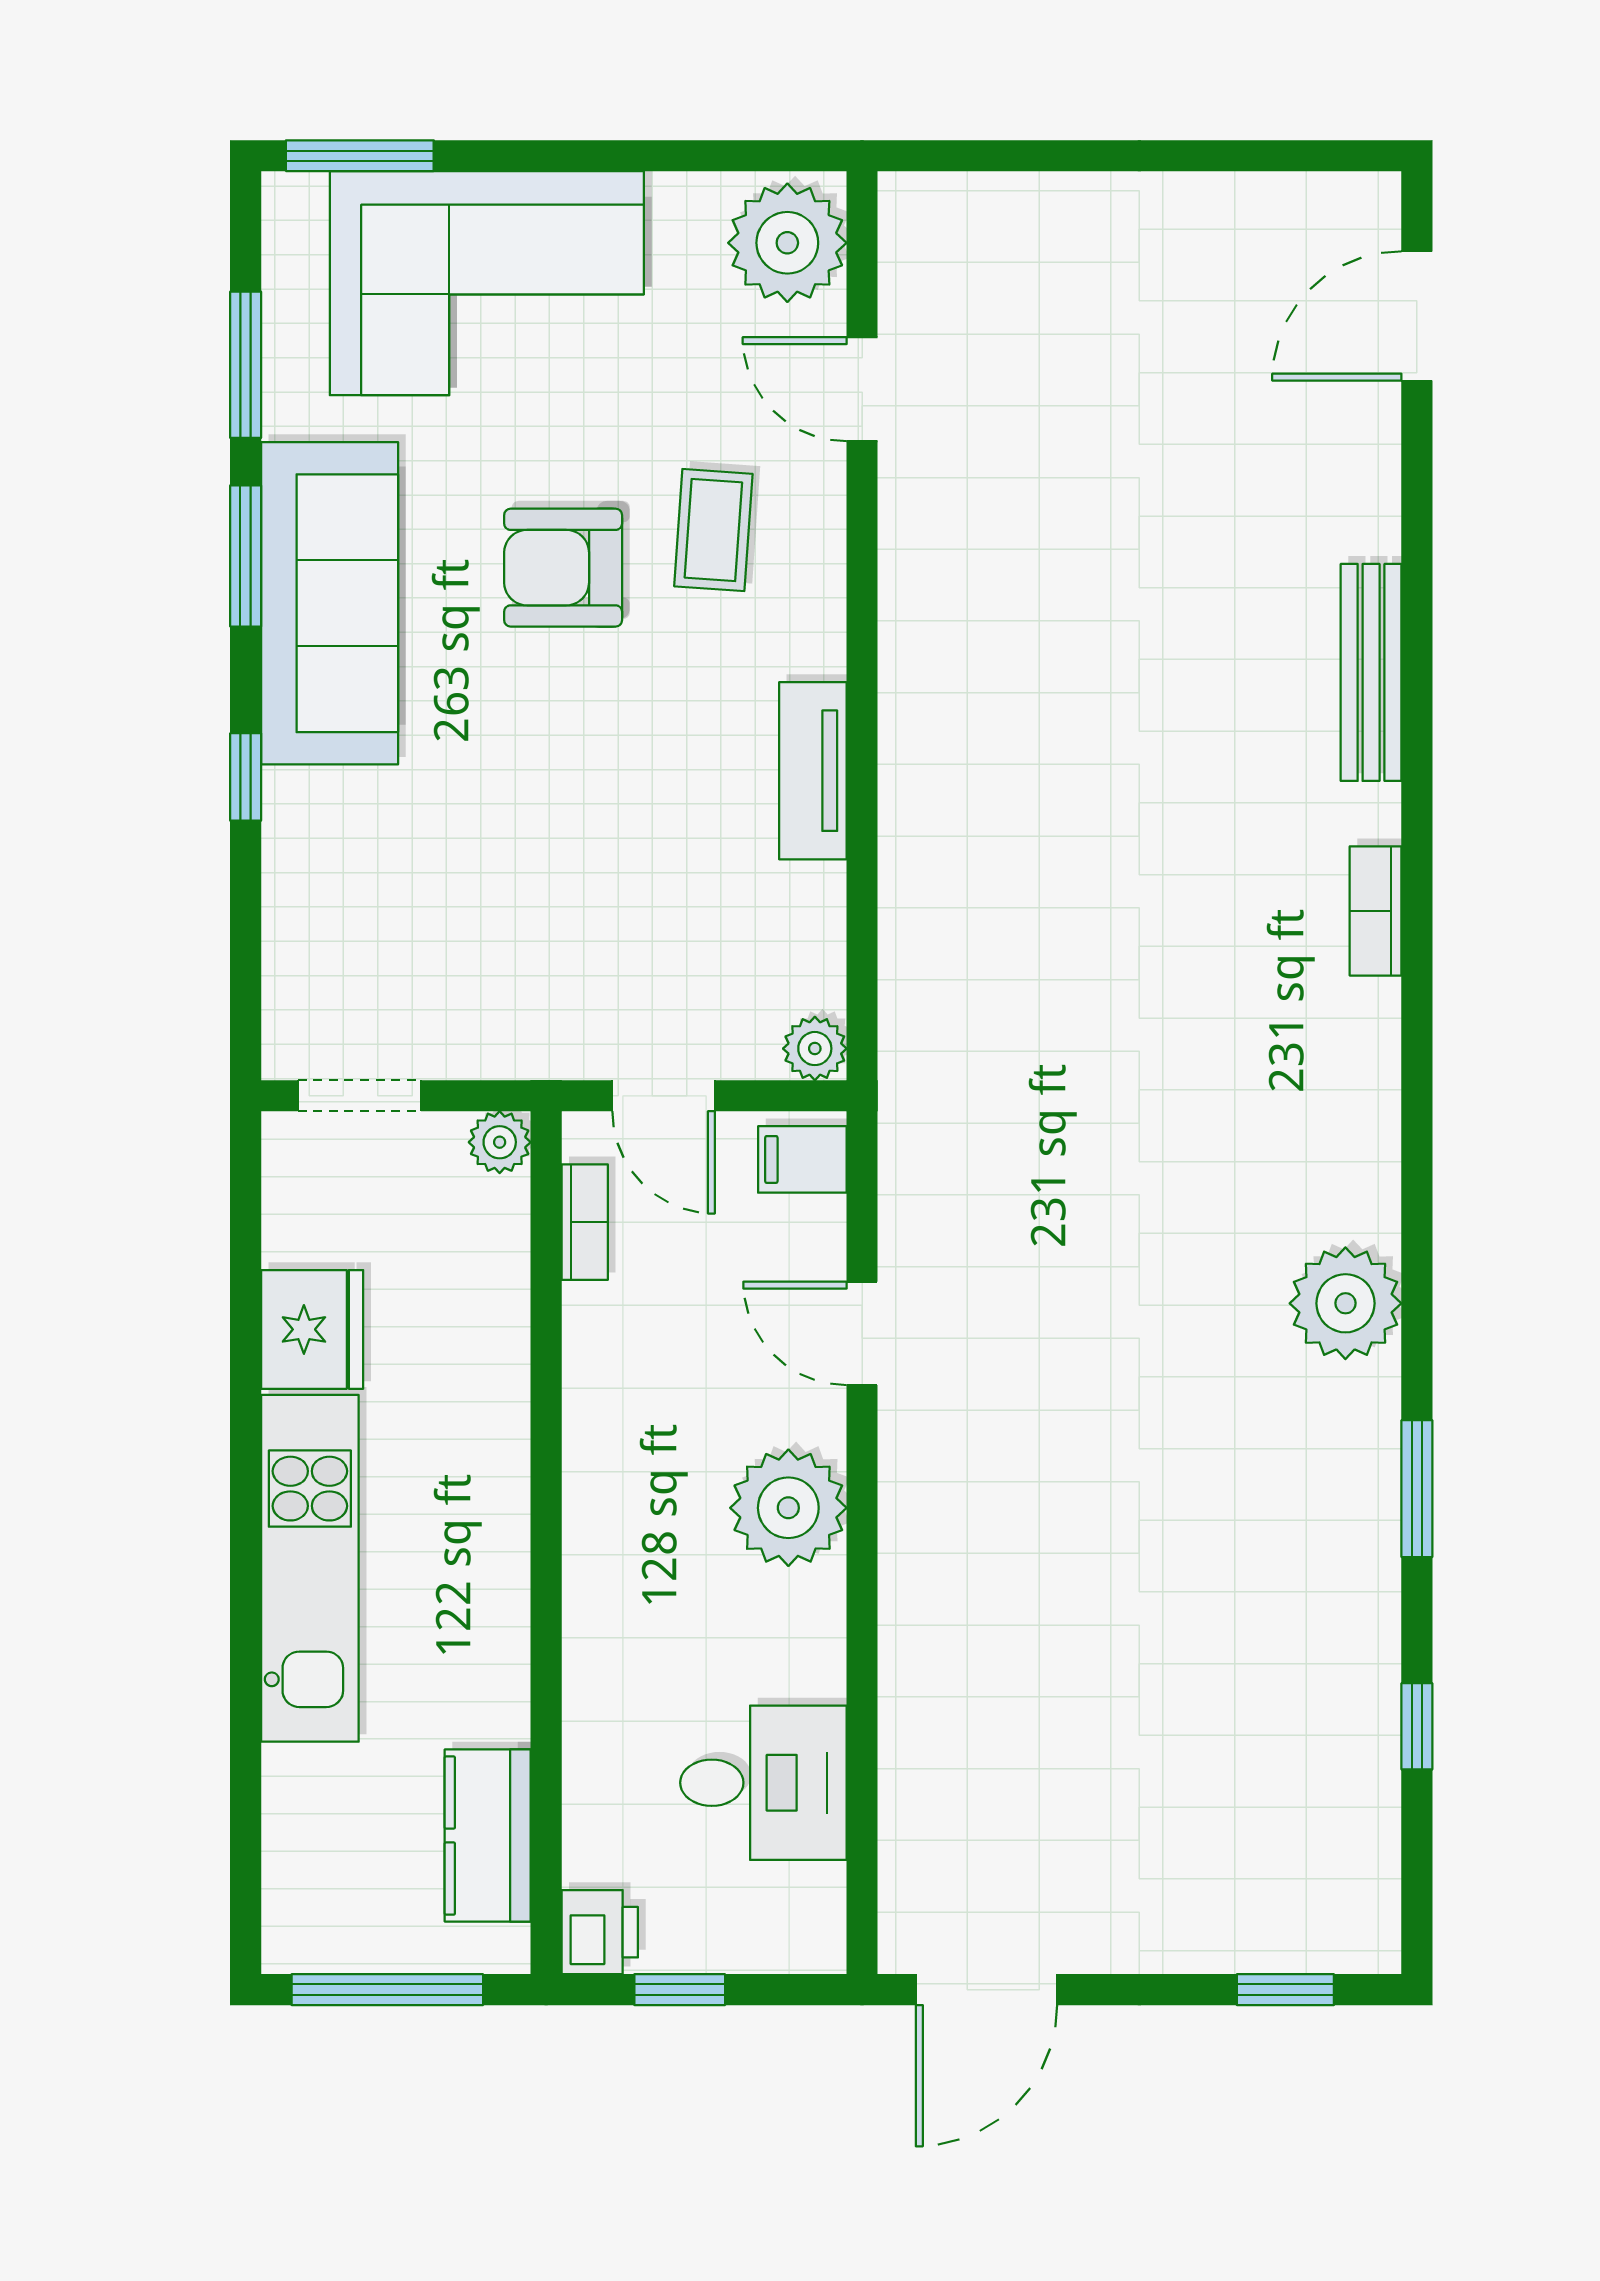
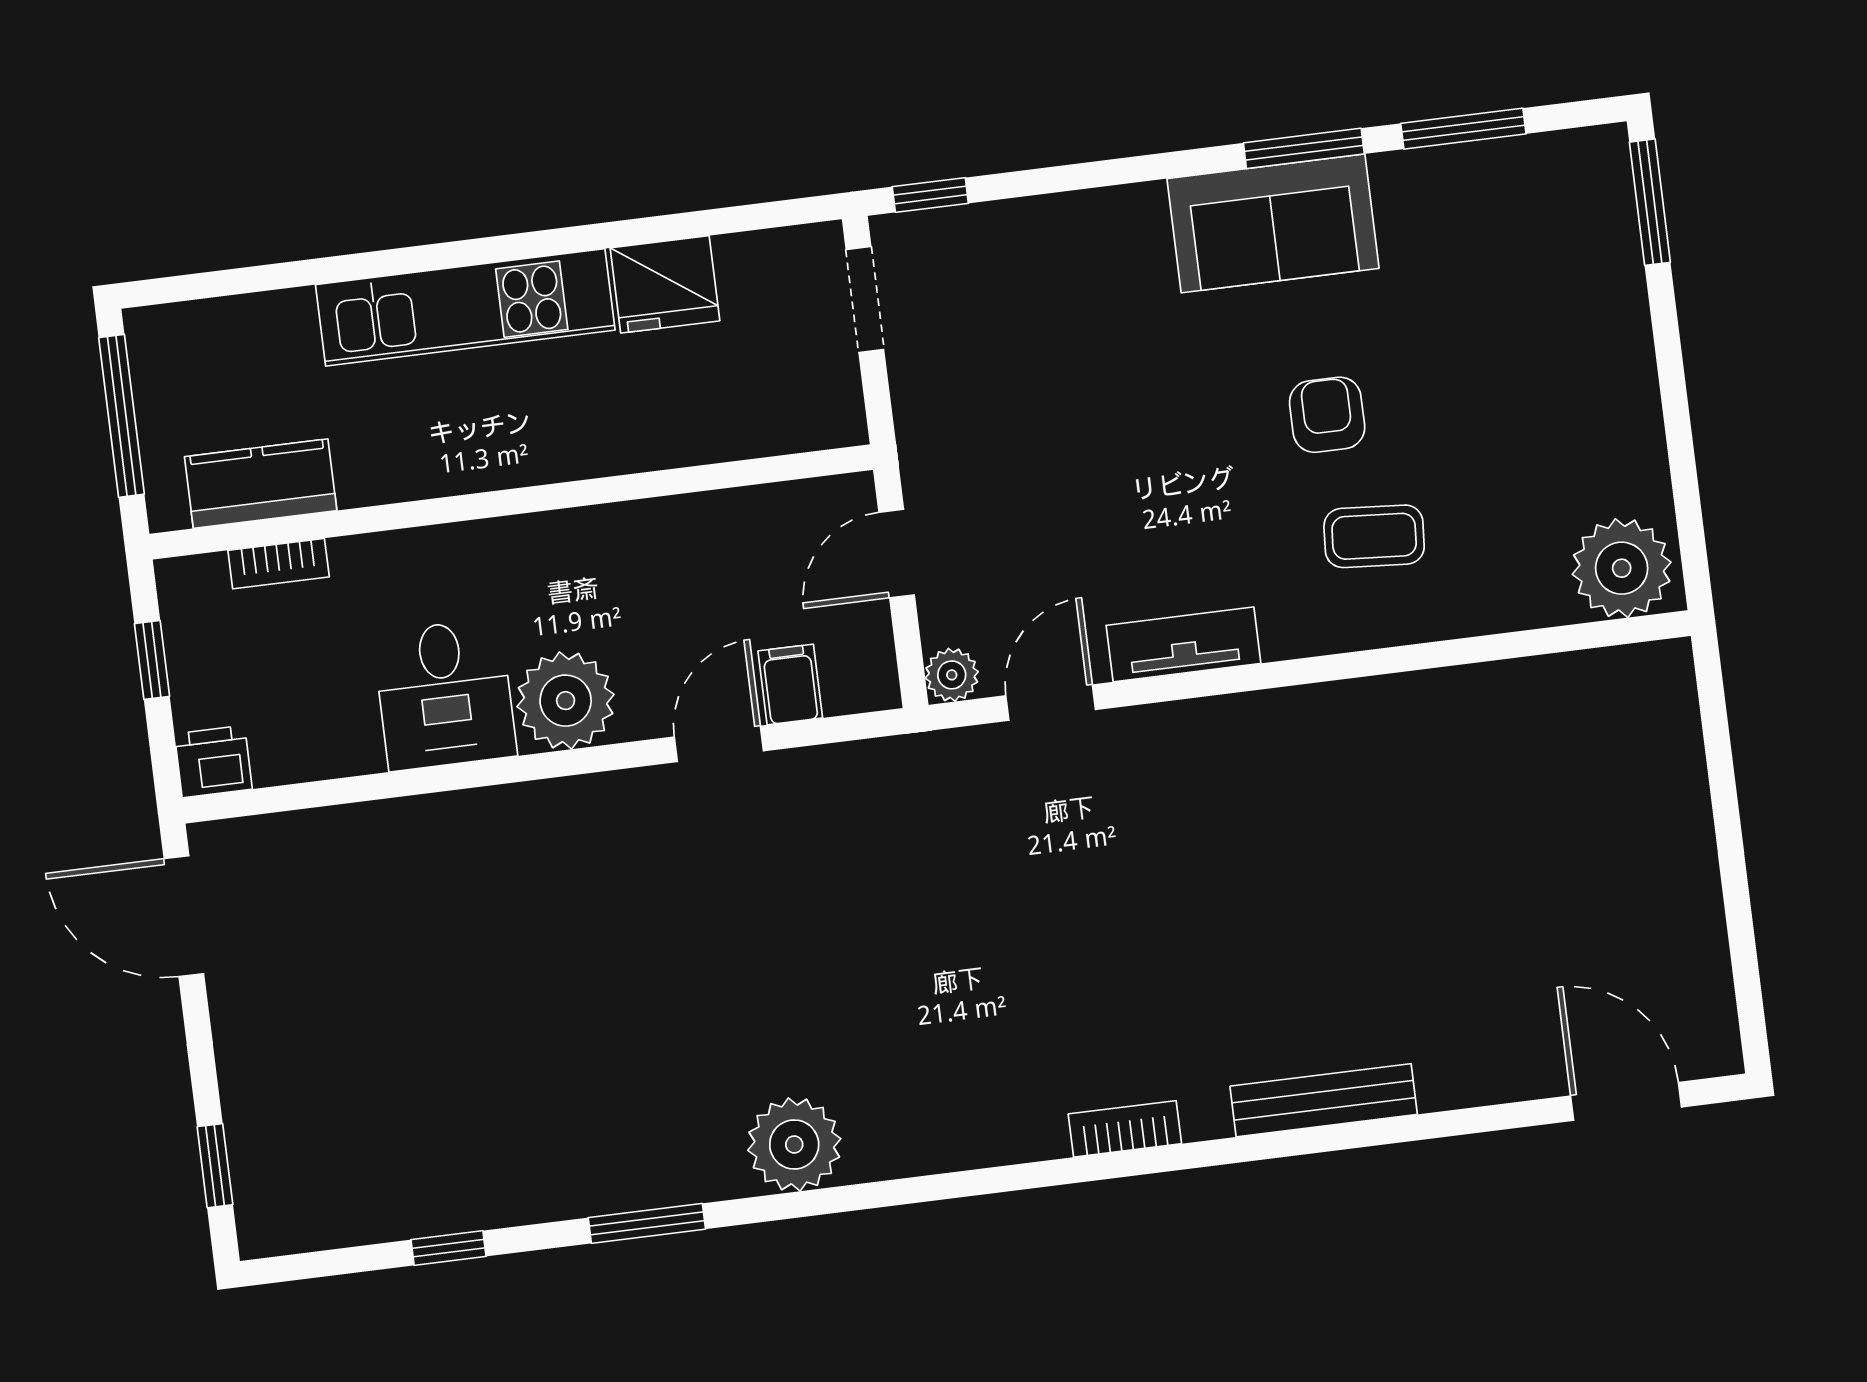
corner sofa: (487, 283) -> (1557, 322), removed
door: (862, 389) -> (1051, 703), moved
armchair: (563, 568) -> (1327, 415), width x0.72, depth x0.72
sofa: (330, 603) -> (1273, 223), width x0.73
window: (246, 777) -> (930, 195), moved
plant: (500, 1142) -> (841, 422), removed
filing cabinet: (802, 1159) -> (790, 684), moved
bookcase: (585, 1222) -> (279, 564), moved
desk: (763, 1783) -> (445, 694), moved
printer: (600, 1932) -> (213, 761), moved, turned 180

